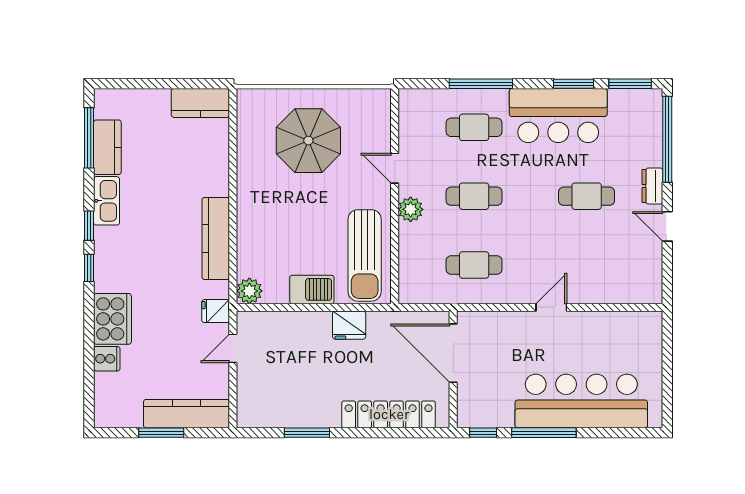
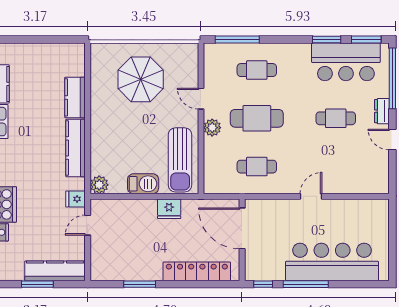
window: (481, 84) -> (237, 39), moved
kitchen counter: (200, 103) -> (75, 97), moved, turned 90
bar counter: (558, 116) -> (346, 62), moved
cafe table: (474, 196) -> (257, 118), width x1.37, depth x1.35

